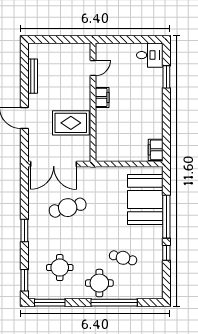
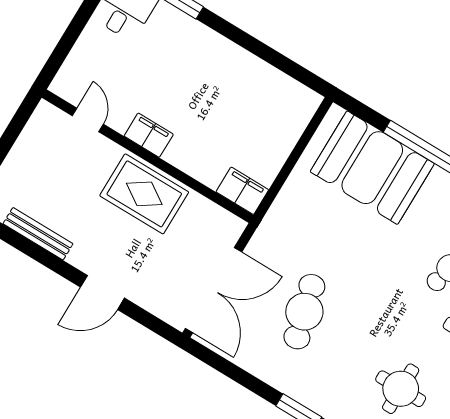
rug: (71, 123) -> (144, 194), moved, turned 90
filing cabinet: (156, 150) -> (242, 191), moved, turned 180

